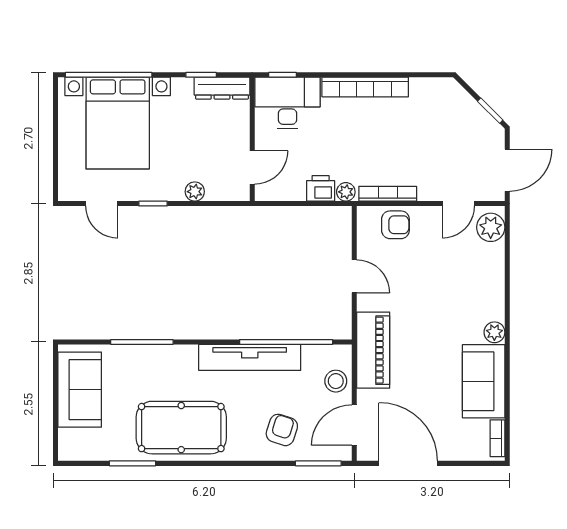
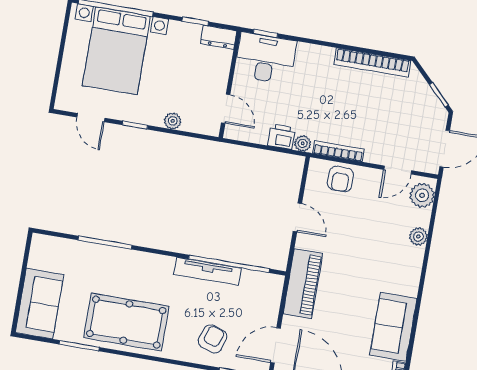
bookcase: (365, 87) -> (372, 63), moved
dresser: (222, 88) -> (219, 37), width x0.70
door: (252, 168) -> (226, 109), hinge flipped
armchair: (395, 225) -> (340, 179), turned 90
plant: (494, 332) -> (418, 236), moved
tv unit: (250, 357) -> (208, 271), width x0.73, depth x0.78
stool: (336, 381) -> (266, 305), removed
sofa: (80, 390) -> (40, 304), moved

